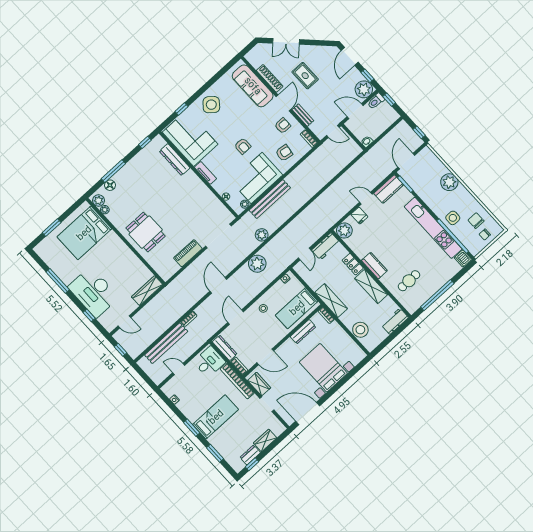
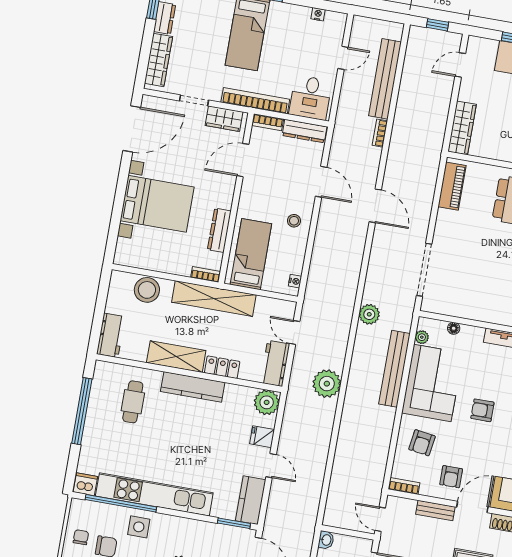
door: (284, 103) -> (472, 507), swing flipped
door: (333, 131) -> (380, 519), hinge flipped
door: (366, 198) -> (271, 466), hinge flipped
piano: (188, 253) -> (452, 186), moved
plant: (257, 264) -> (327, 384), moved
kitchen counter: (374, 266) -> (193, 387), width x1.50
shelving: (331, 301) -> (214, 299), width x1.47
wardrobe: (265, 440) -> (158, 60), width x1.50

